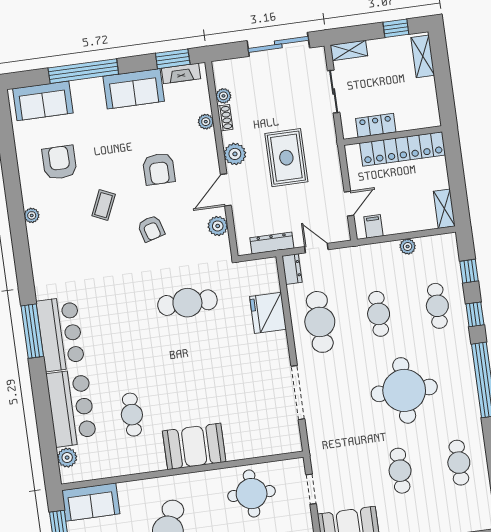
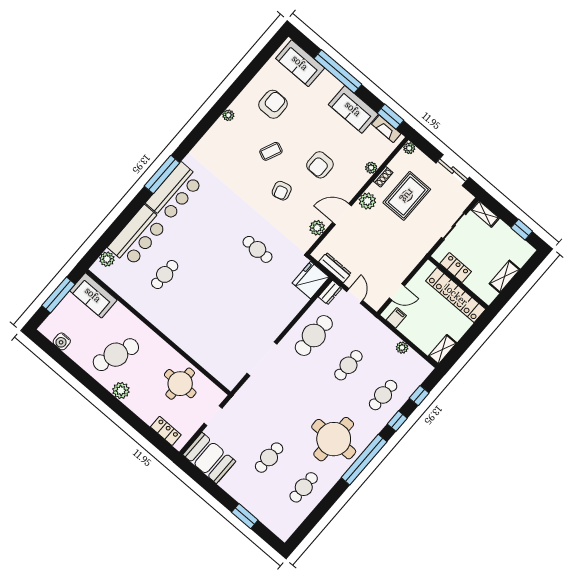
sliding door: (278, 44) -> (453, 170), width x0.73
shelving: (423, 56) -> (505, 276), moved
plant: (223, 96) -> (409, 148), moved
rug: (286, 158) -> (407, 196), moved
cafe table: (187, 303) -> (257, 249), width x0.73, depth x0.74
fridge: (268, 313) -> (311, 280), moved
round table: (404, 390) -> (334, 439), moved
booth: (194, 446) -> (178, 327), removed

